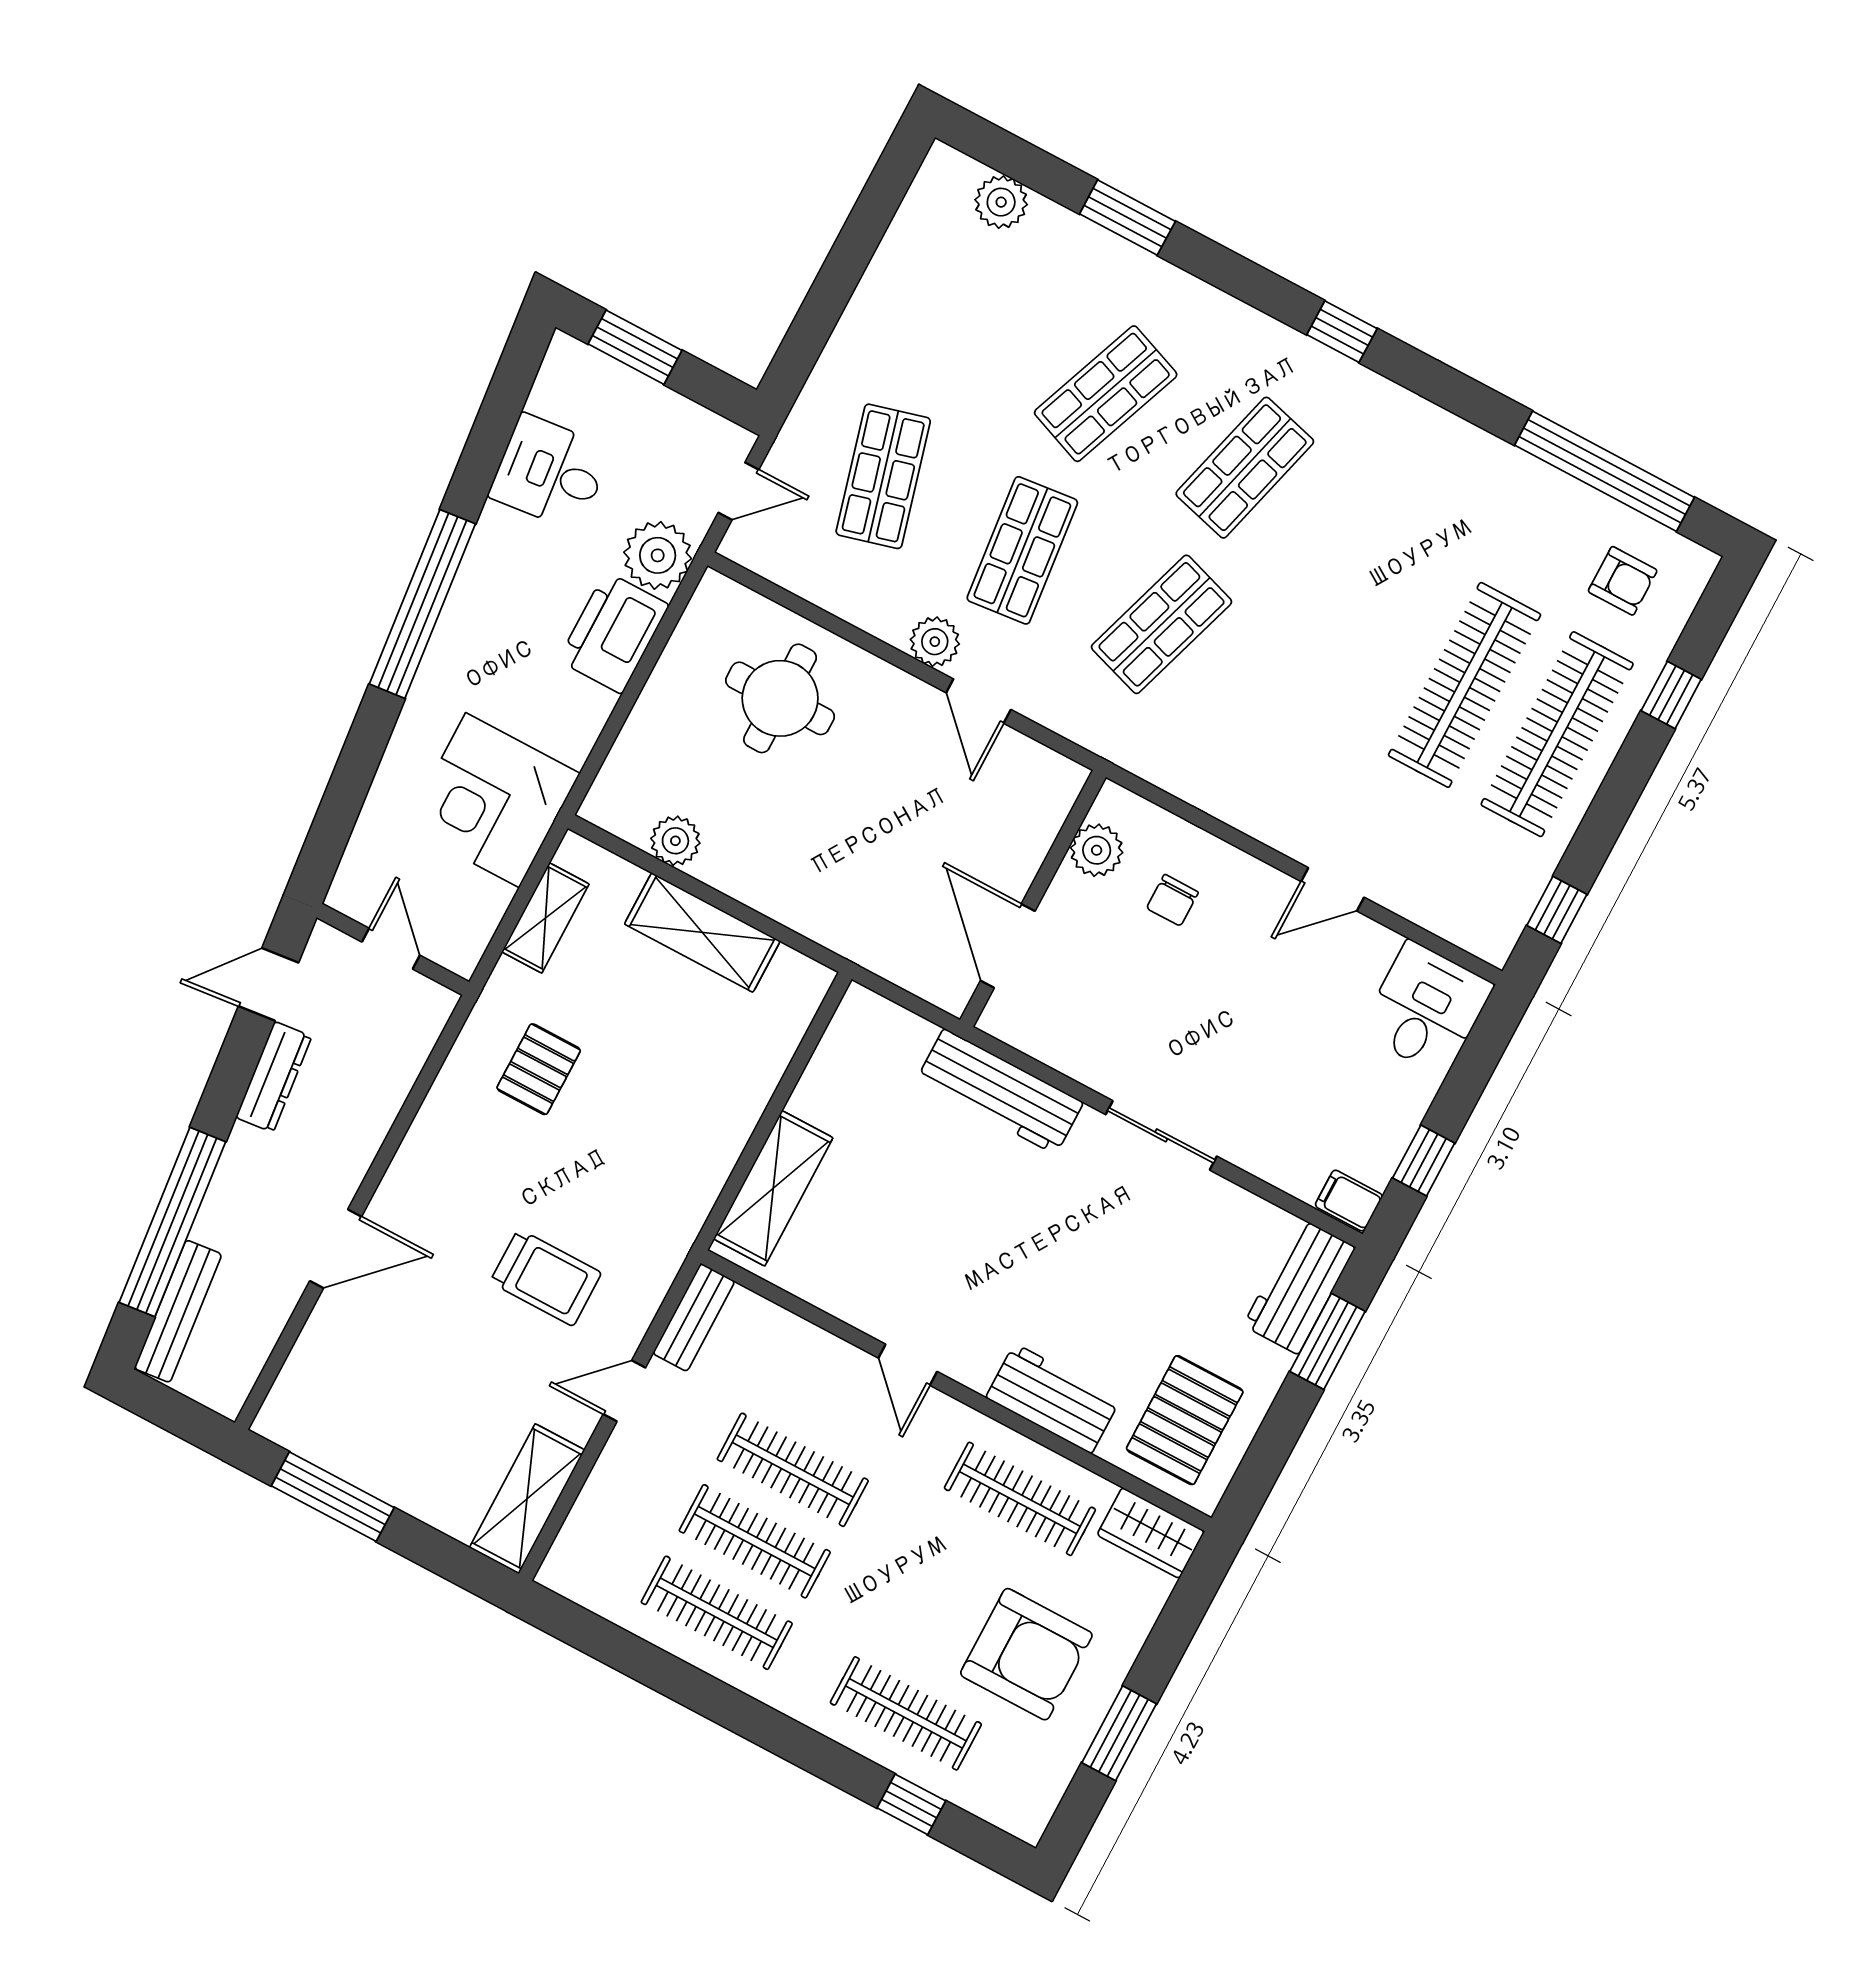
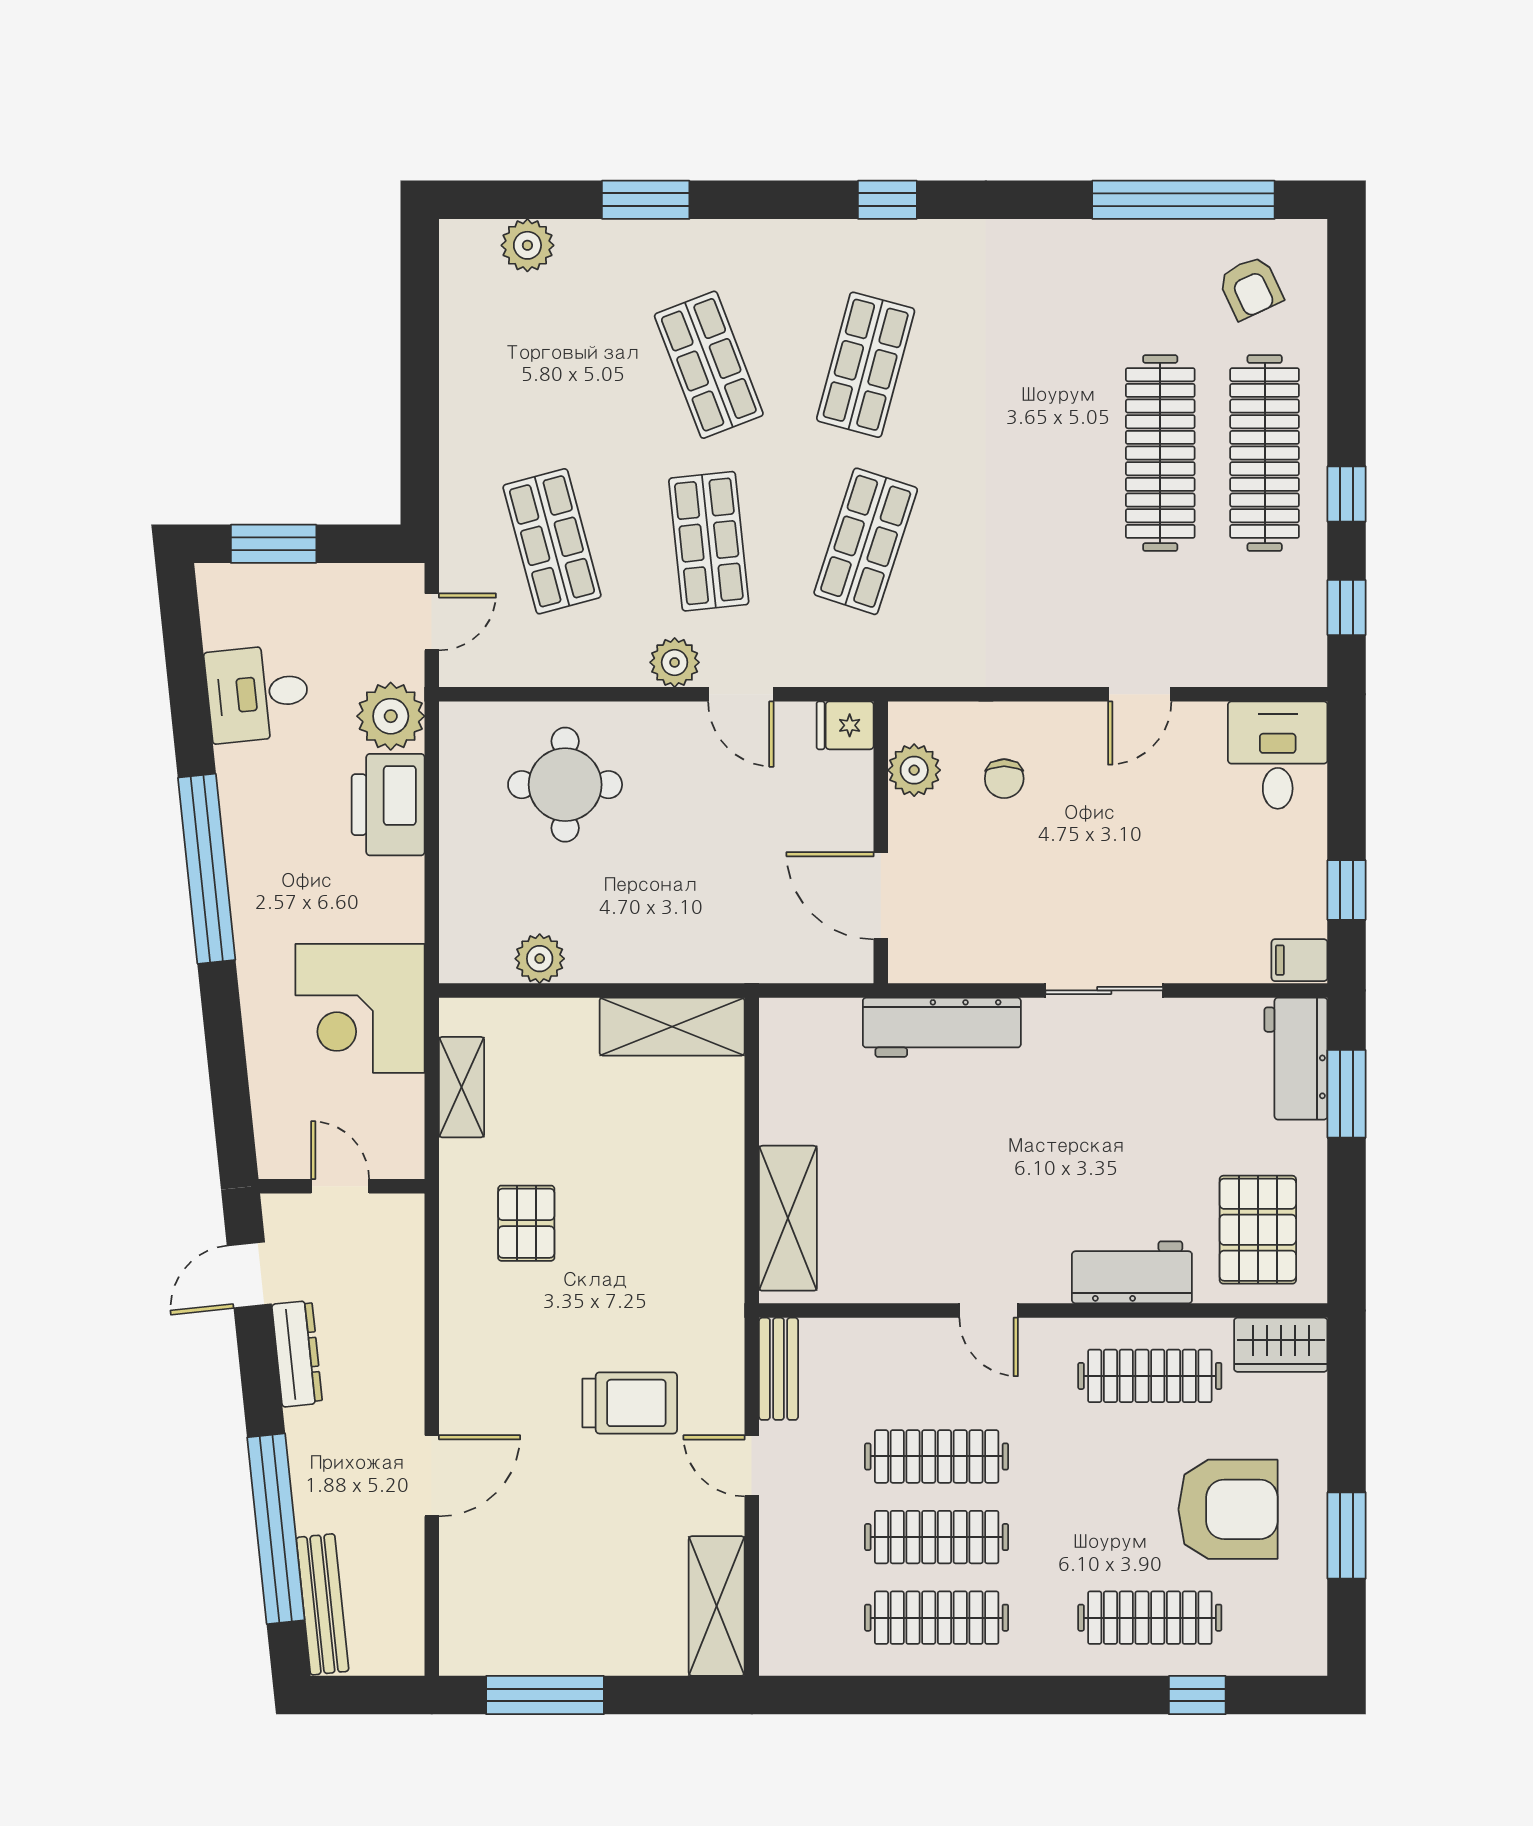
shop shelf: (1106, 394) -> (709, 365), turned -42
armchair: (1623, 581) -> (1251, 288), turned 65
window: (1671, 695) -> (1347, 494), moved
fridge: (1056, 778) -> (845, 725), added
shelving: (702, 932) -> (672, 1027), moved
door: (624, 1391) -> (752, 1466), hinge flipped

